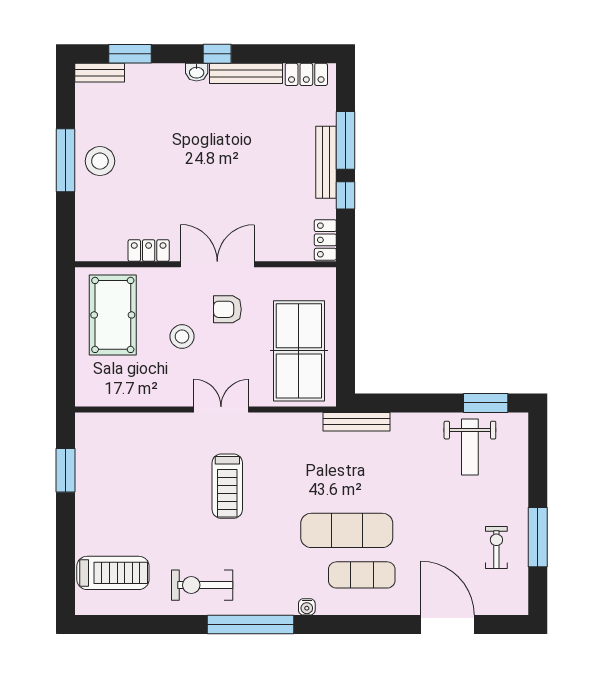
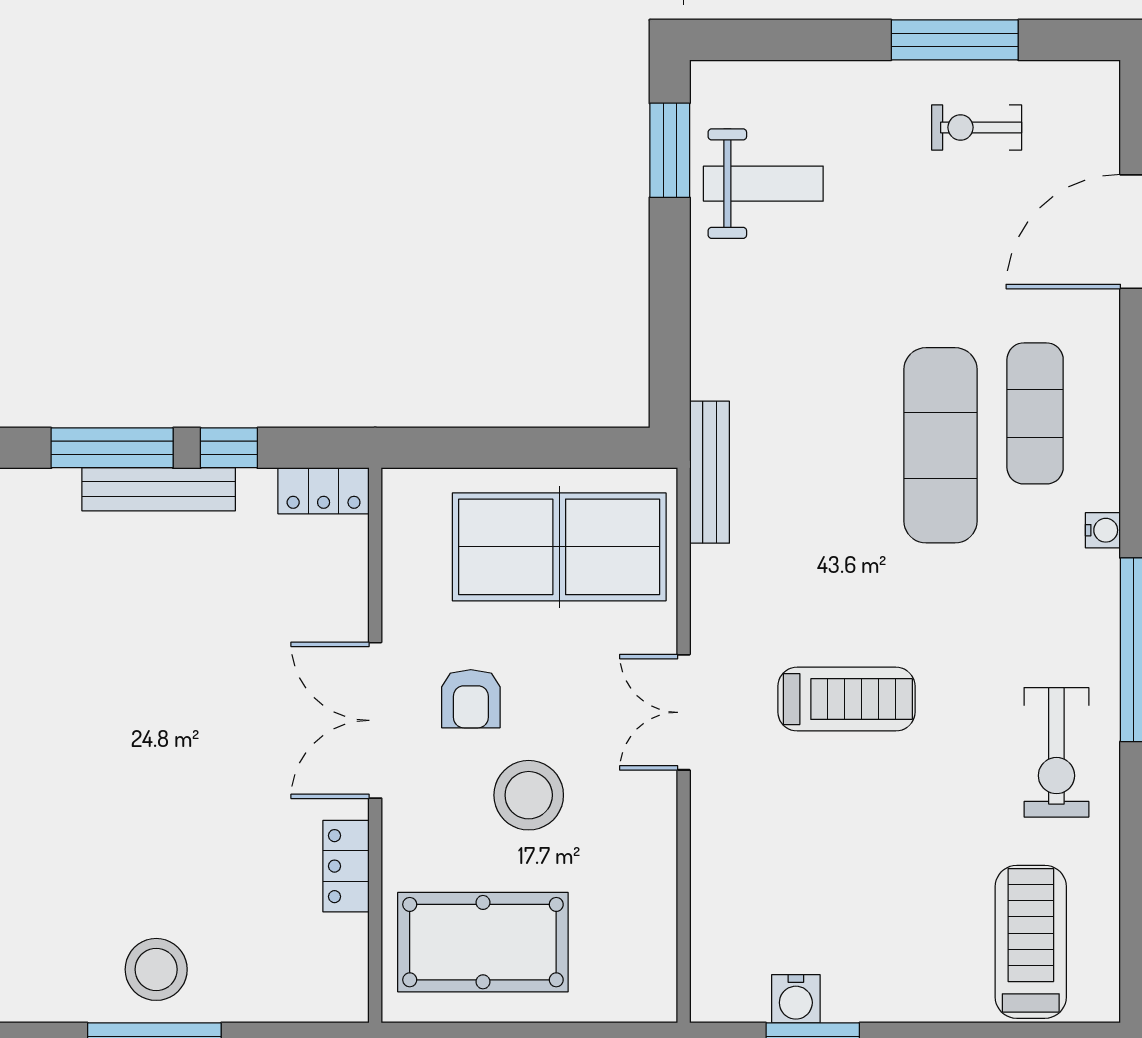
stool: (182, 336) -> (529, 795), width x1.38, depth x1.38
bench: (357, 422) -> (709, 472), moved
water cooler: (86, 462) -> (796, 999), added

